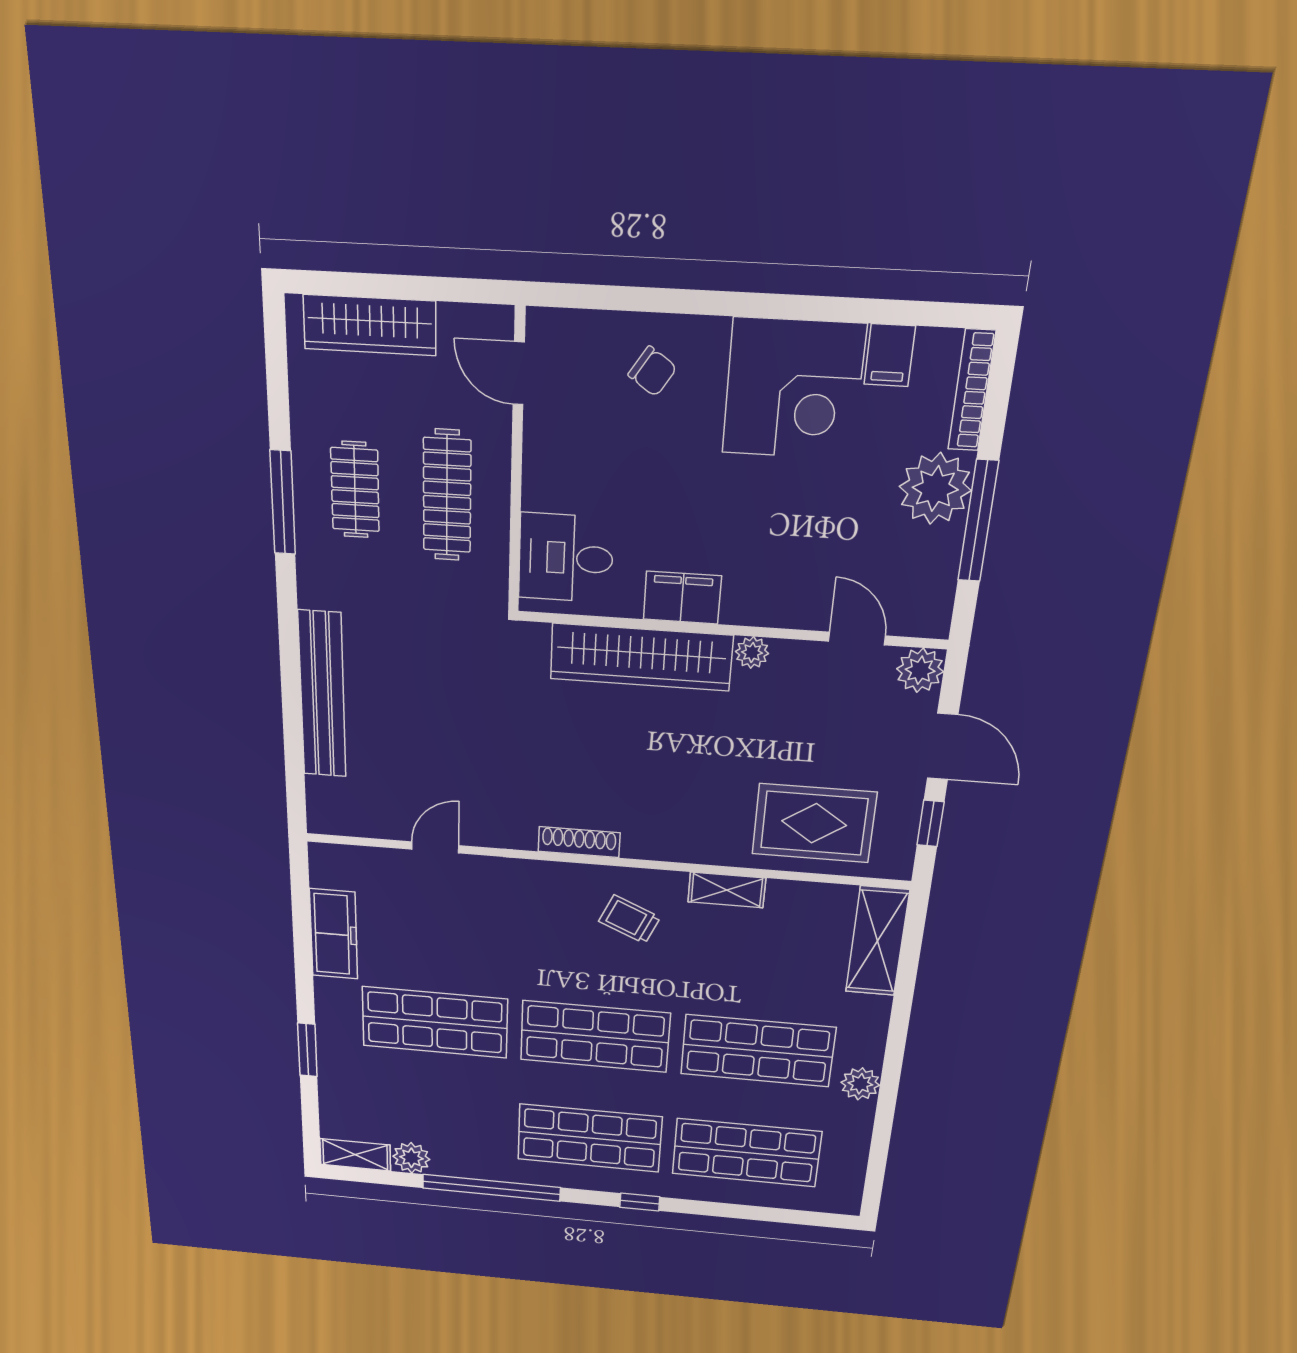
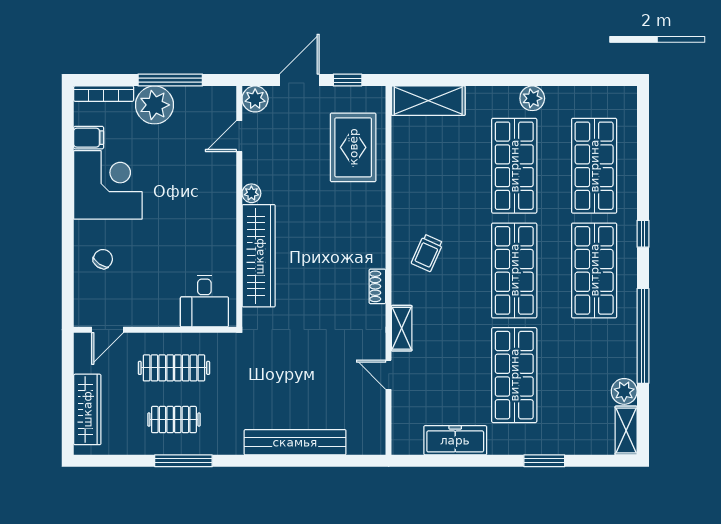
filing cabinet: (682, 598) -> (223, 235), removed
shoe rack: (579, 842) -> (377, 286), width x0.70
shelving: (727, 890) -> (402, 328), moved

